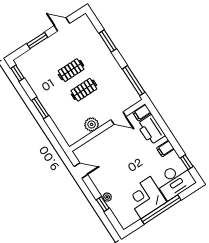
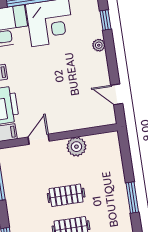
door: (118, 118) -> (39, 139), hinge flipped
window: (103, 204) -> (105, 20), moved

